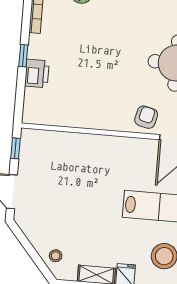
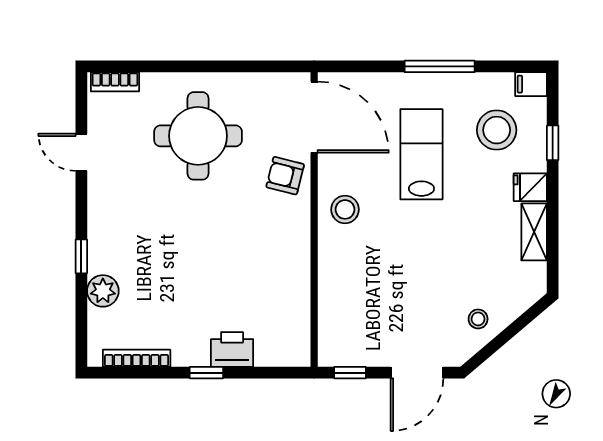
stool: (121, 154) -> (345, 209), added
stool: (56, 256) -> (478, 319), moved

